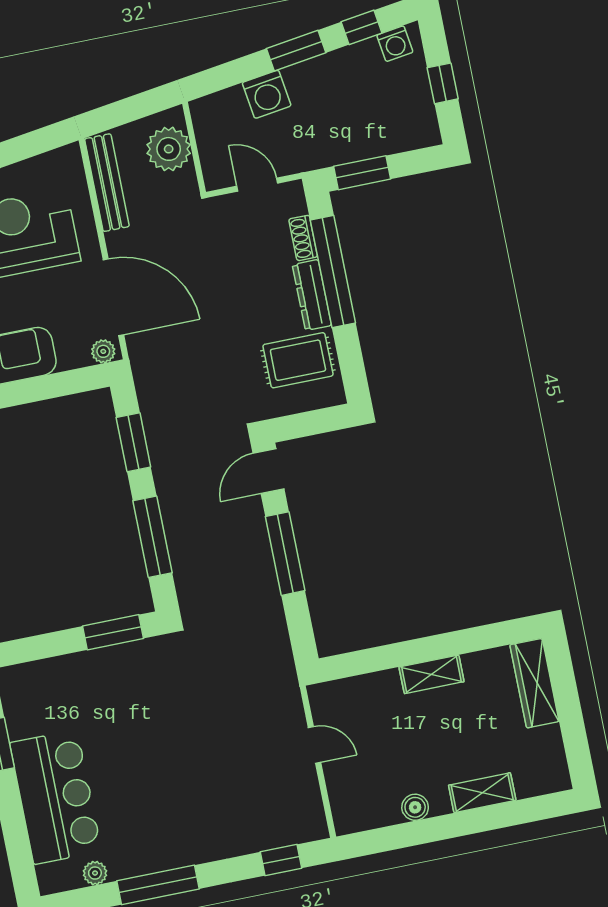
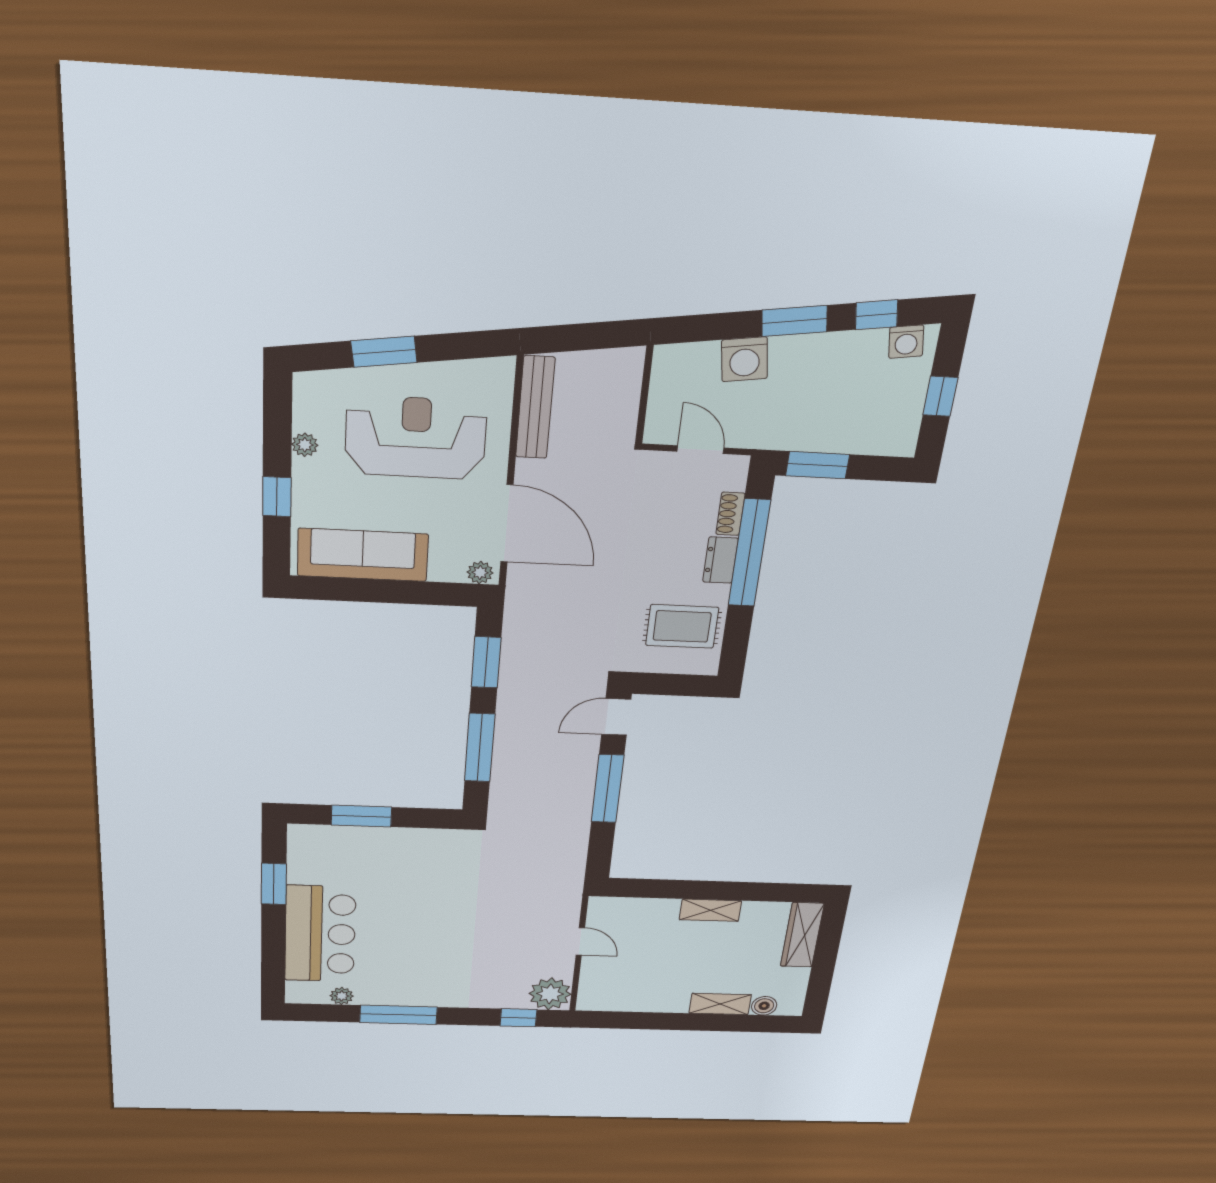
plant: (169, 149) -> (550, 994), moved
dresser: (312, 295) -> (720, 560), width x0.70
window: (113, 632) -> (361, 816), moved
boiler: (415, 807) -> (764, 1006), moved

